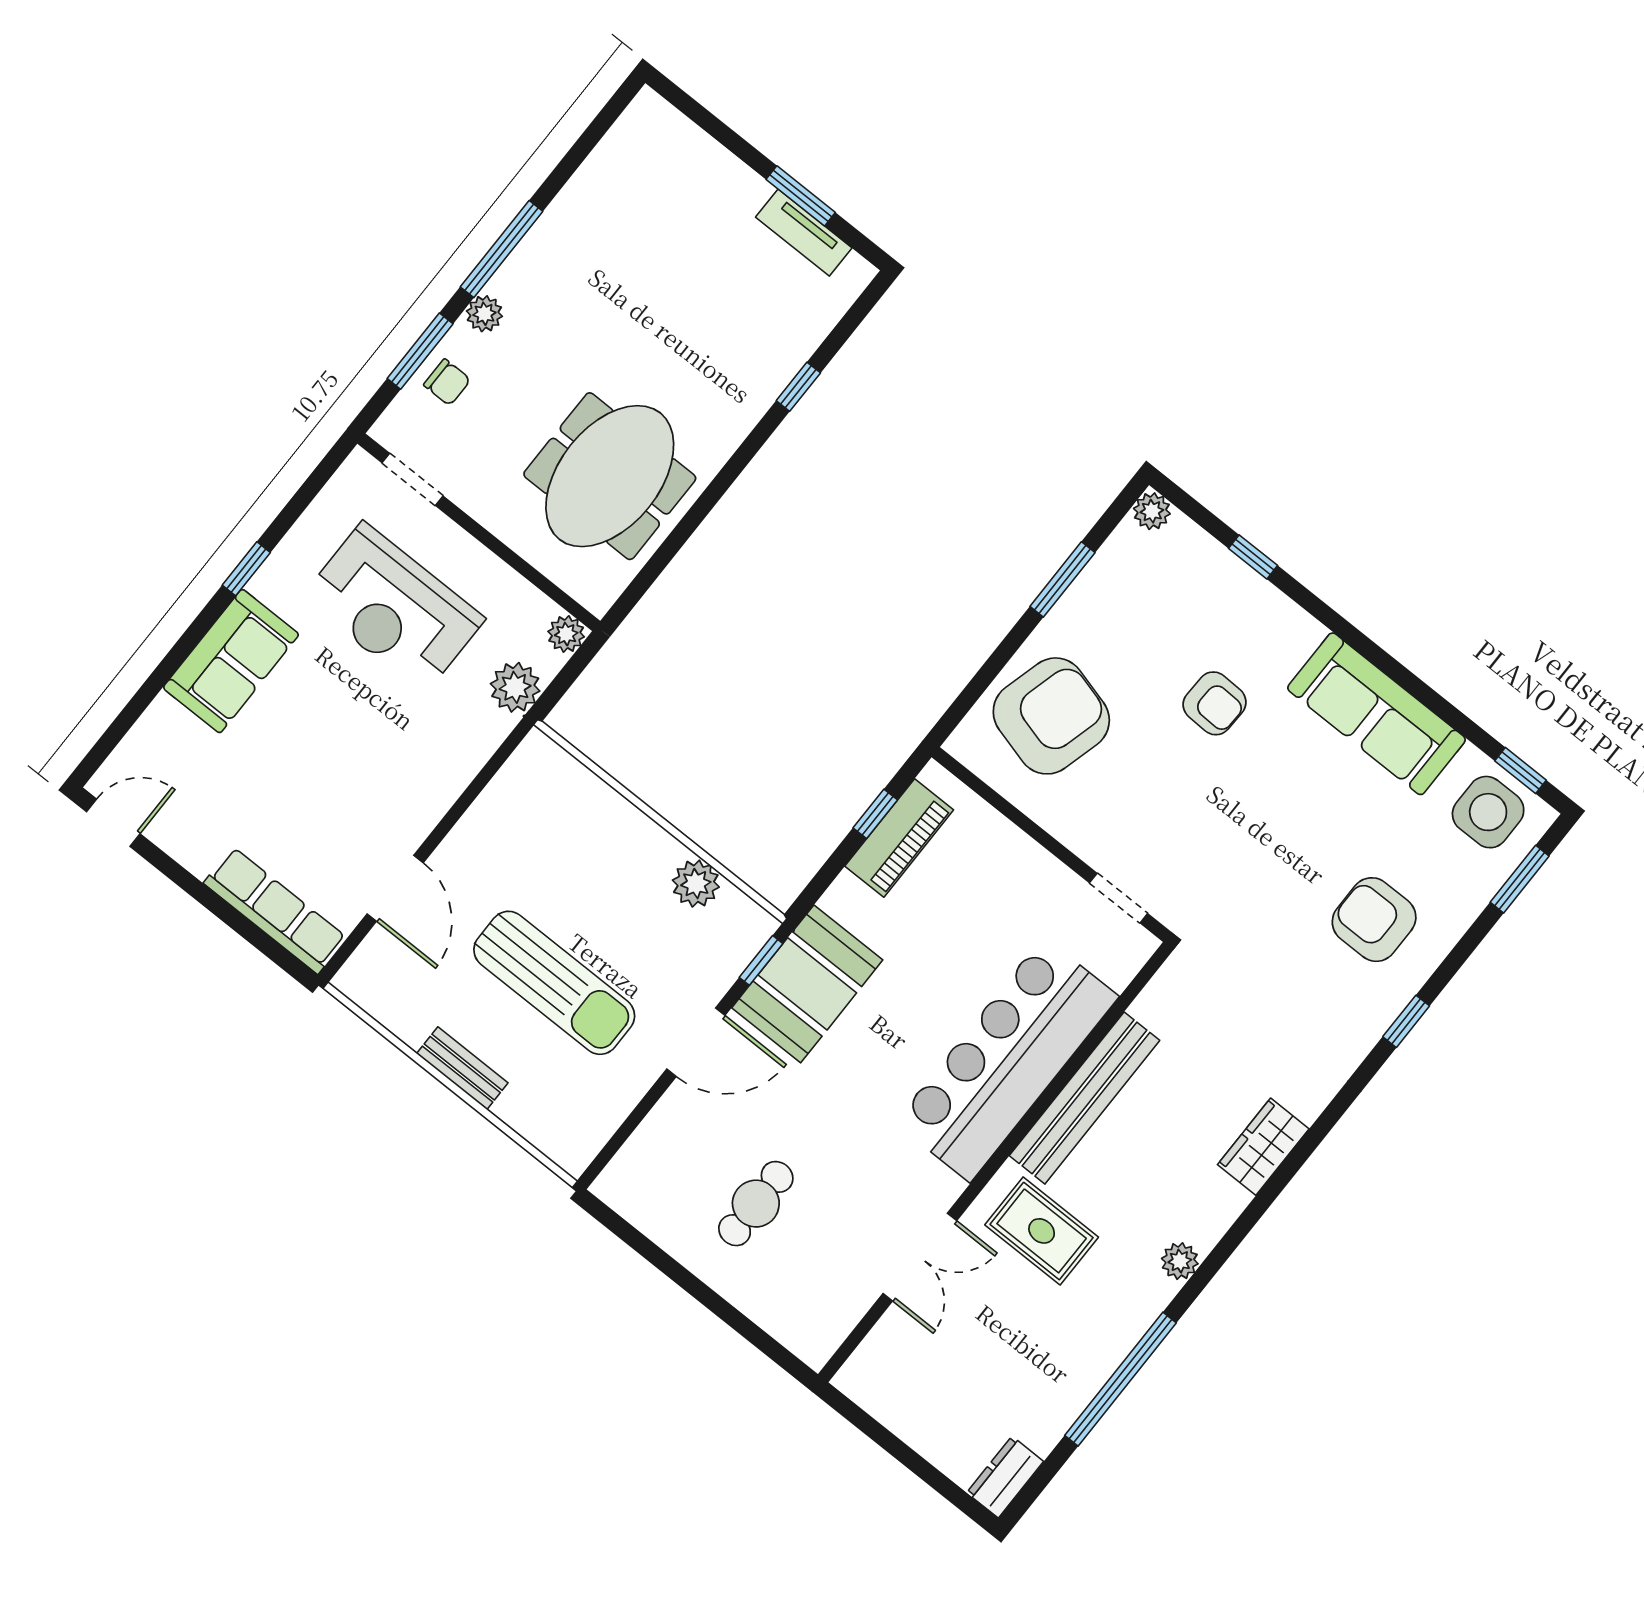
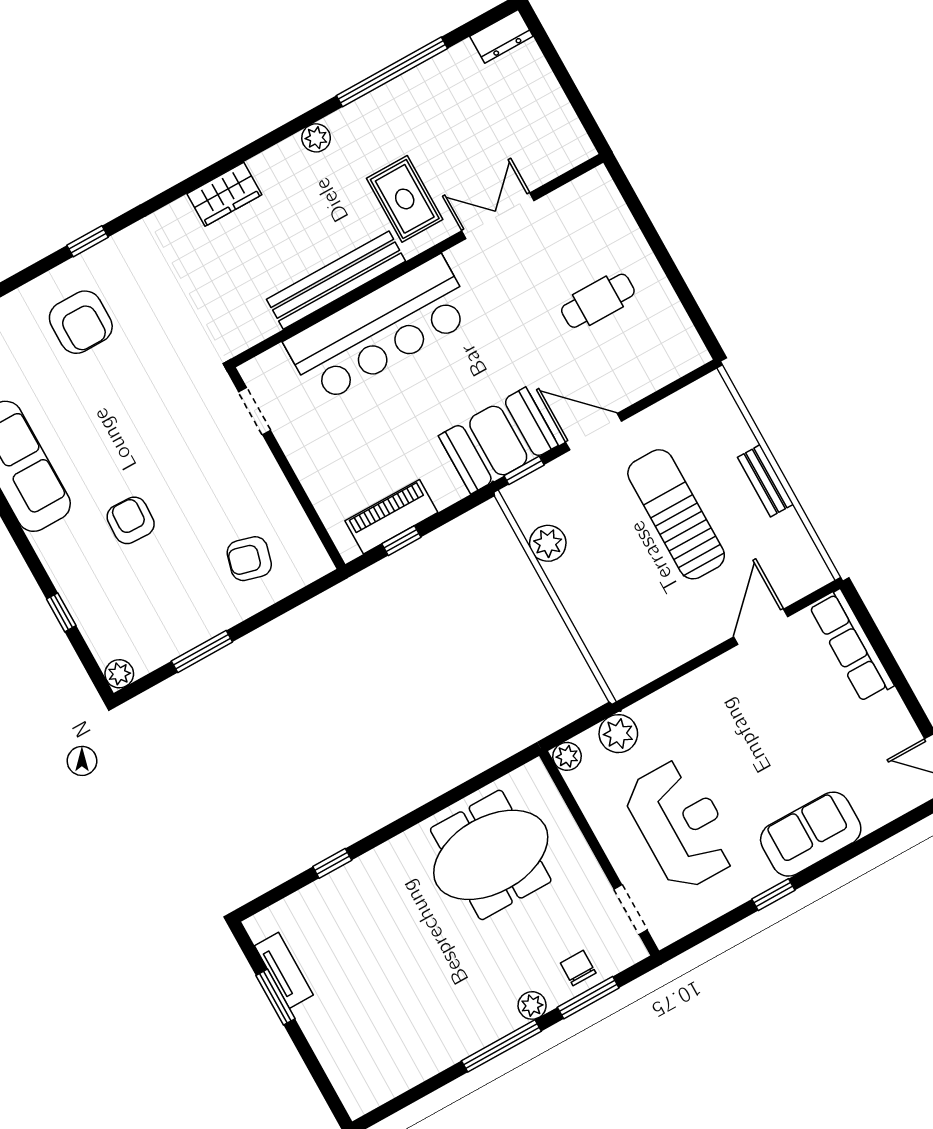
armchair: (1051, 716) -> (249, 559), width x0.53, depth x0.53

